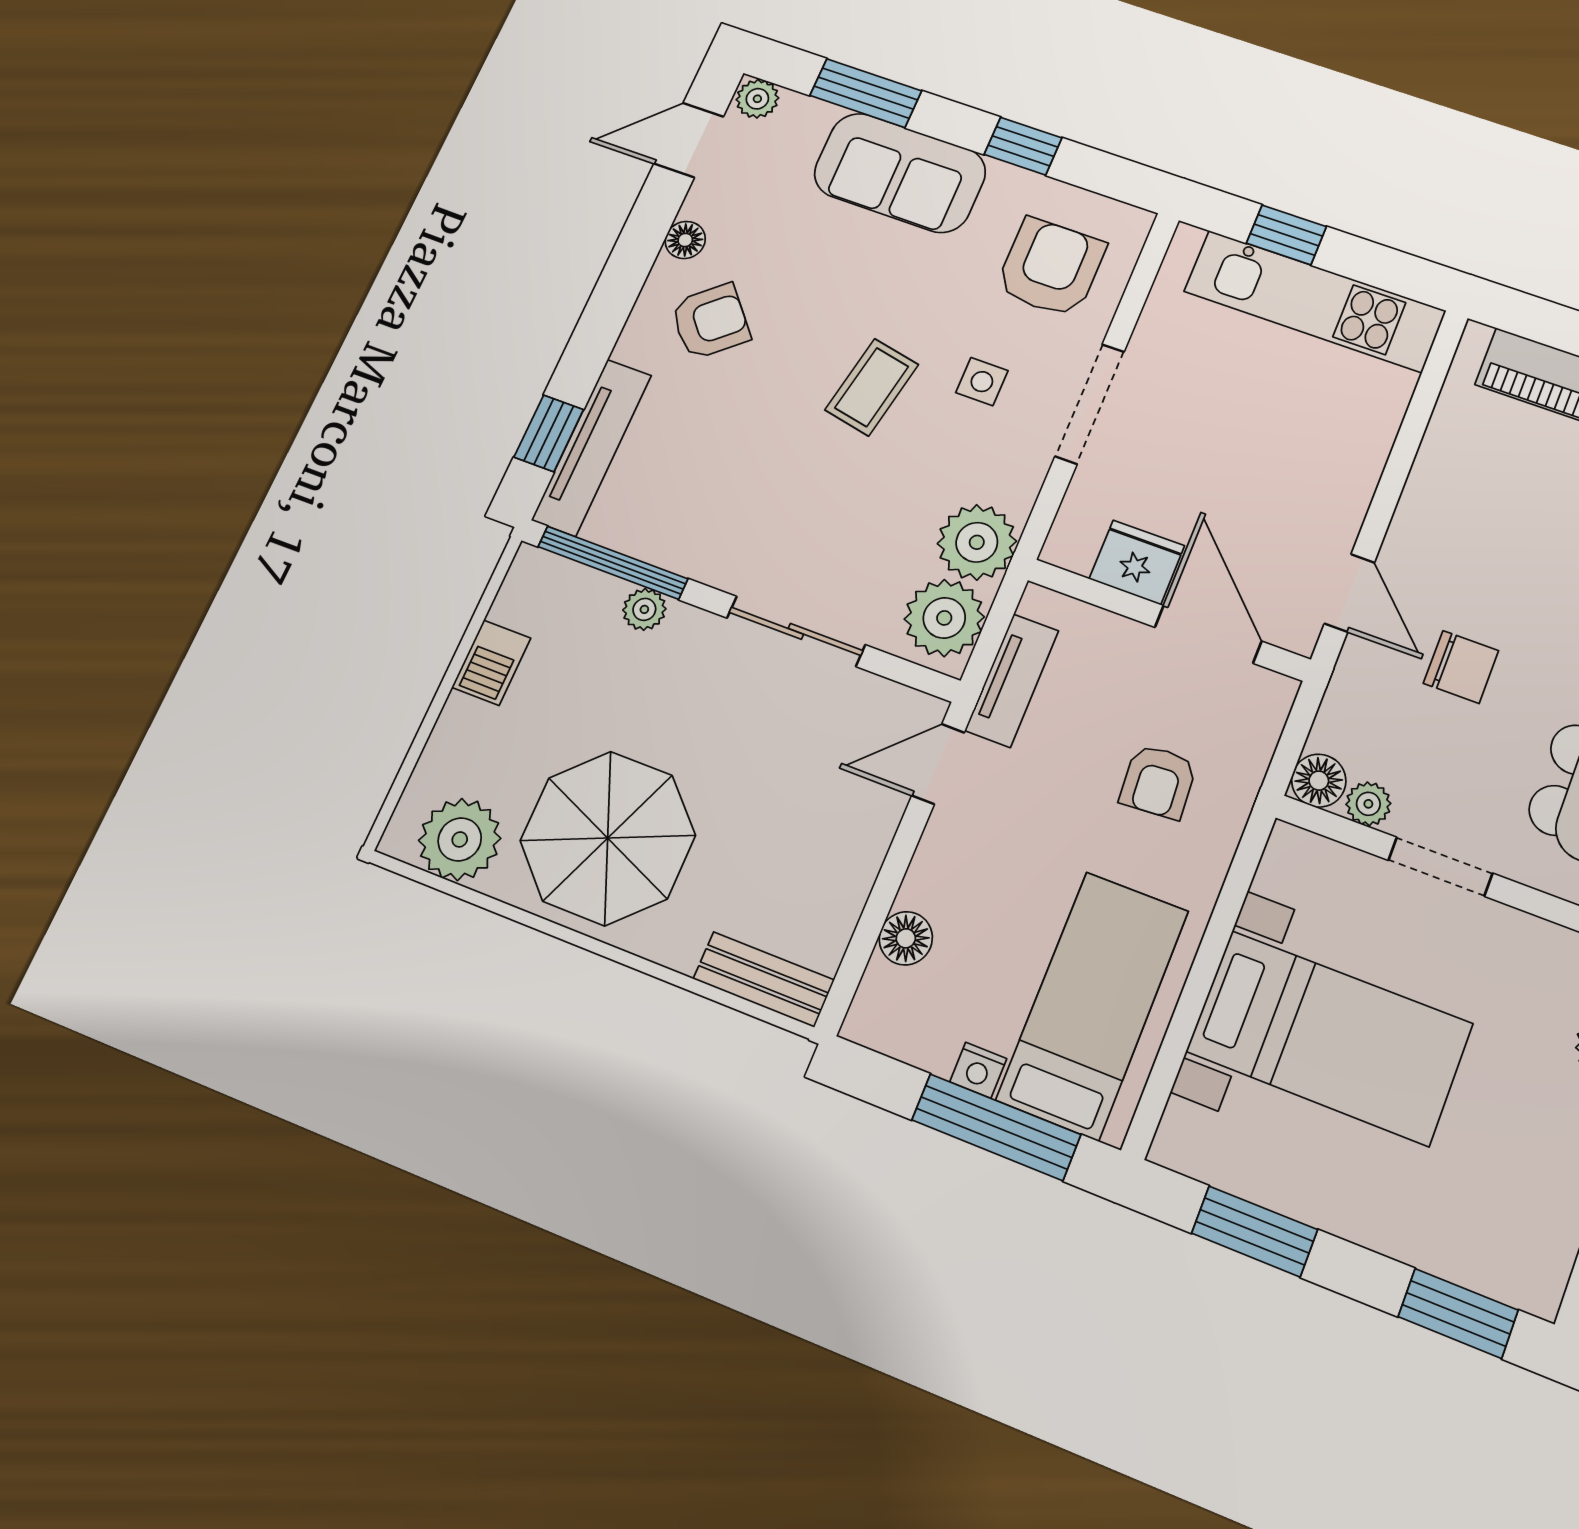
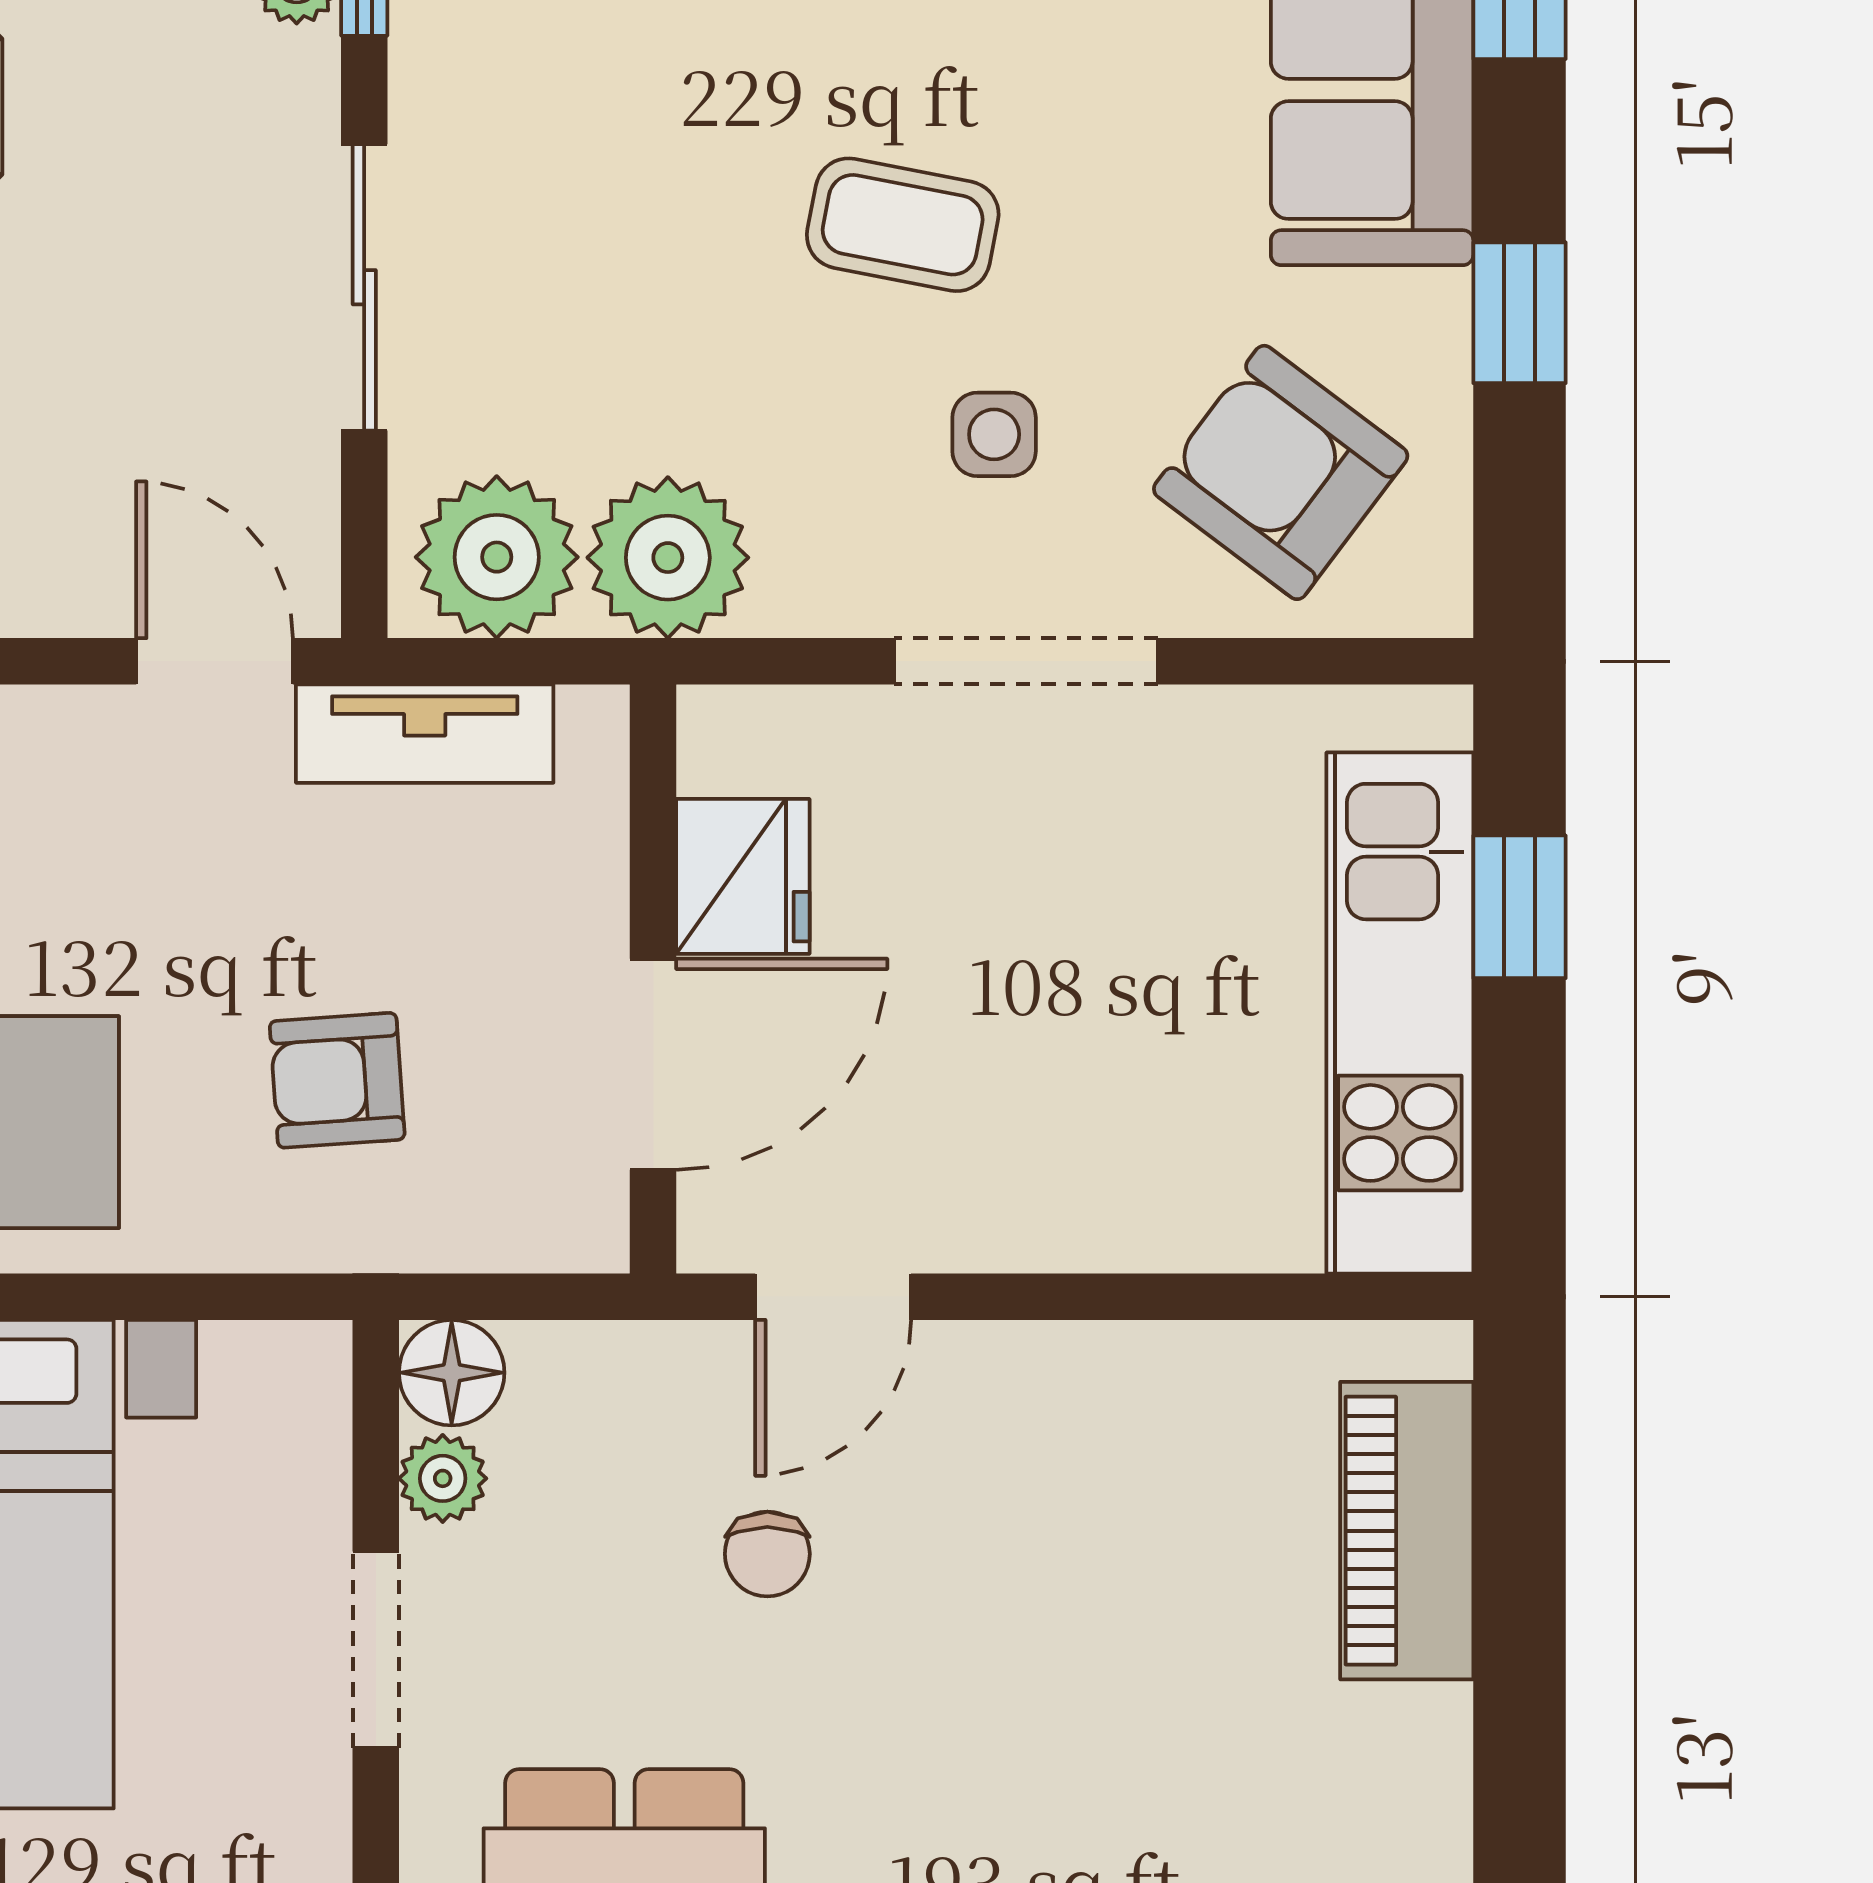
armchair: (1051, 267) -> (1281, 472), turned -143
chair: (1461, 667) -> (767, 1554), width x0.73, depth x0.73

